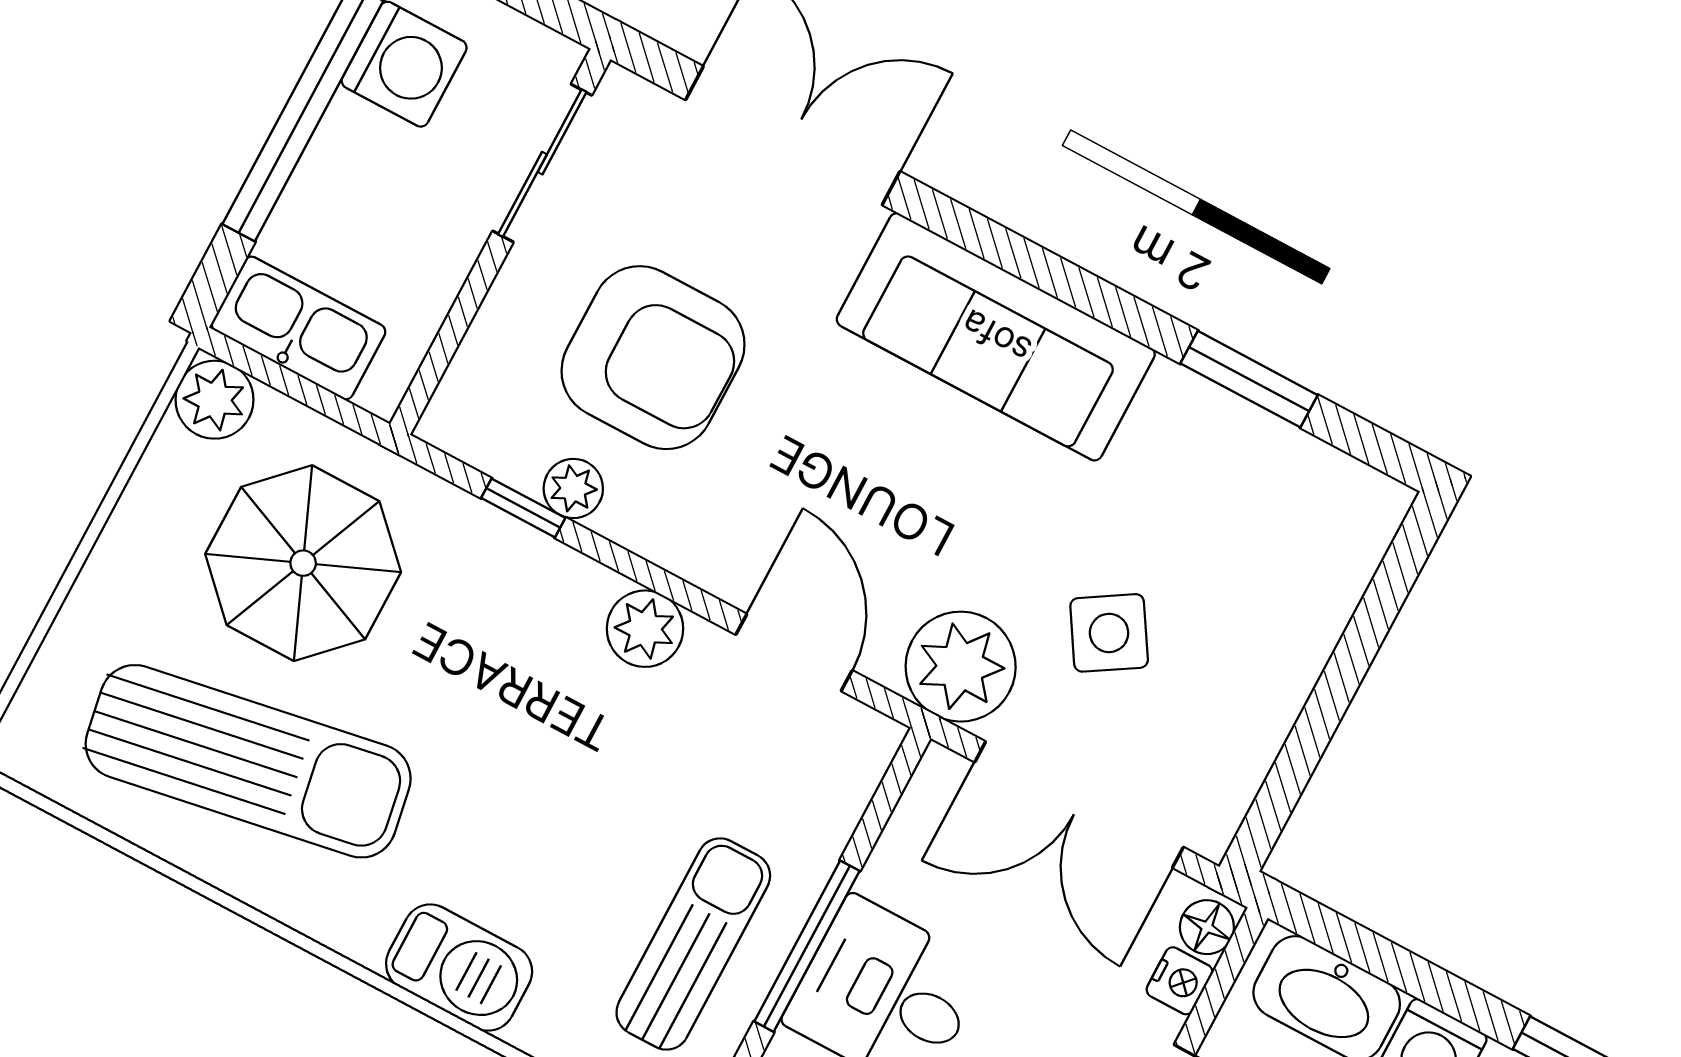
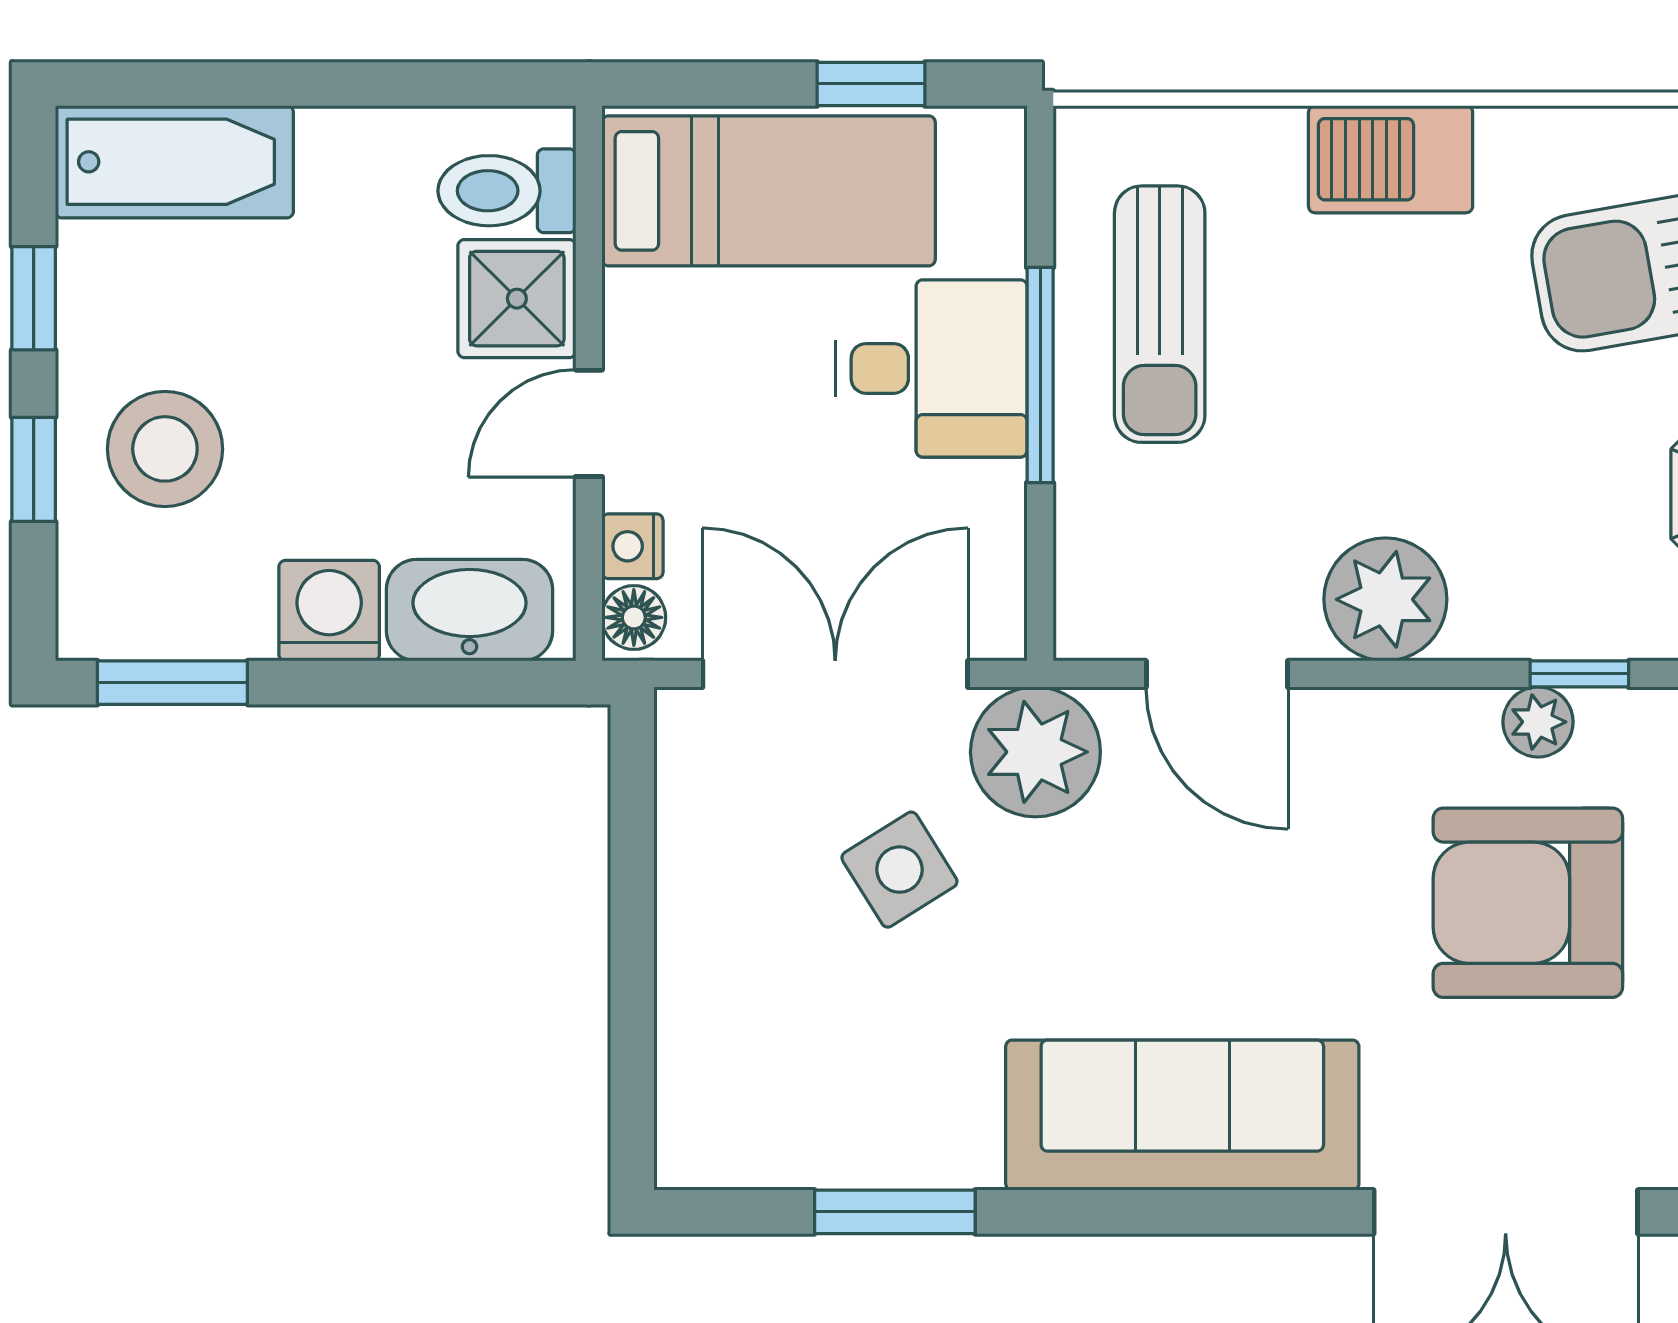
plant: (645, 629) -> (1385, 599), width x1.36, depth x1.36

